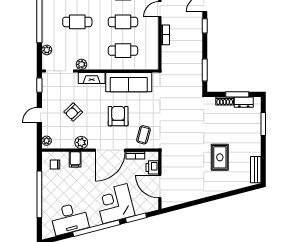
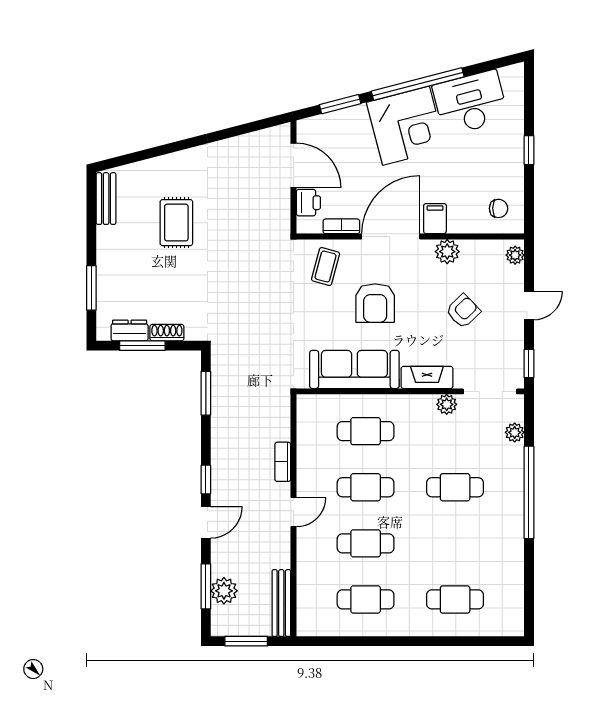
filing cabinet: (75, 159) -> (435, 219), moved
window: (39, 194) -> (529, 150), width x0.32
corner desk: (115, 204) -> (406, 126), moved

